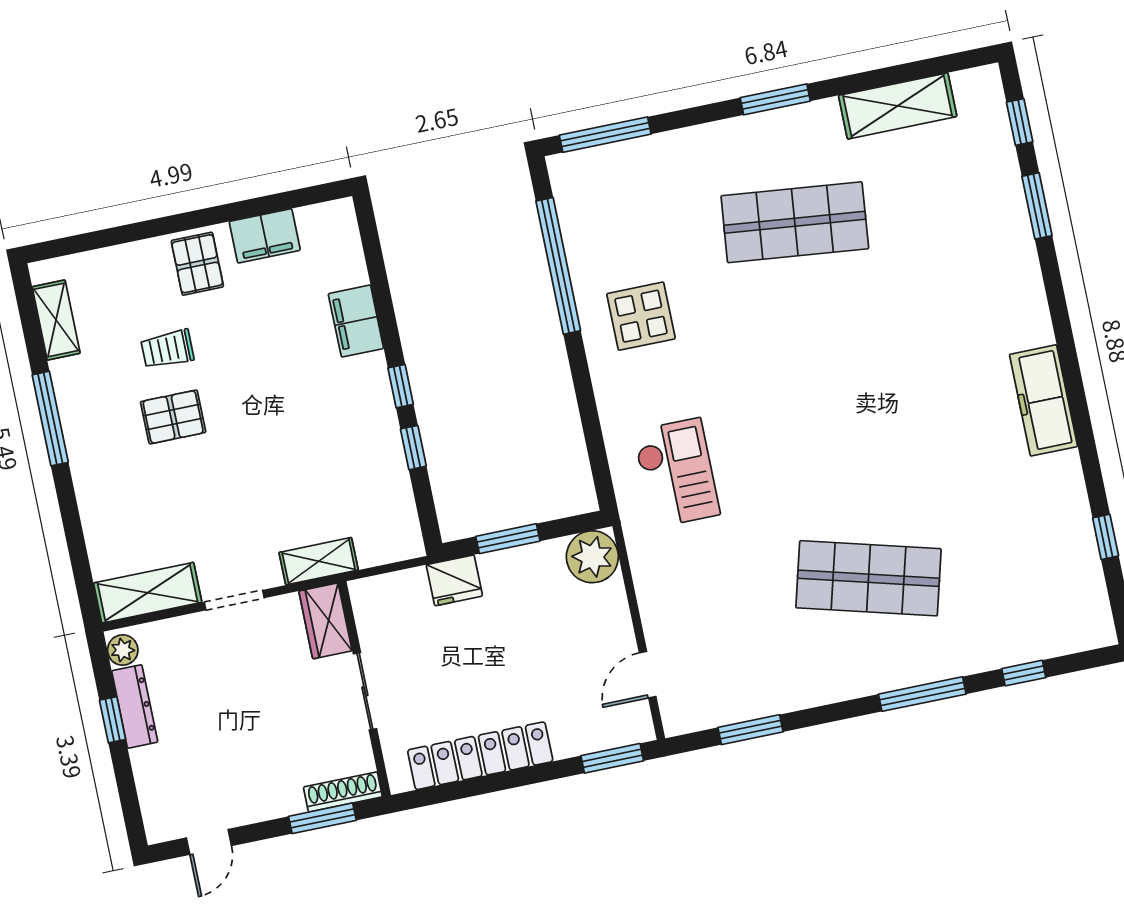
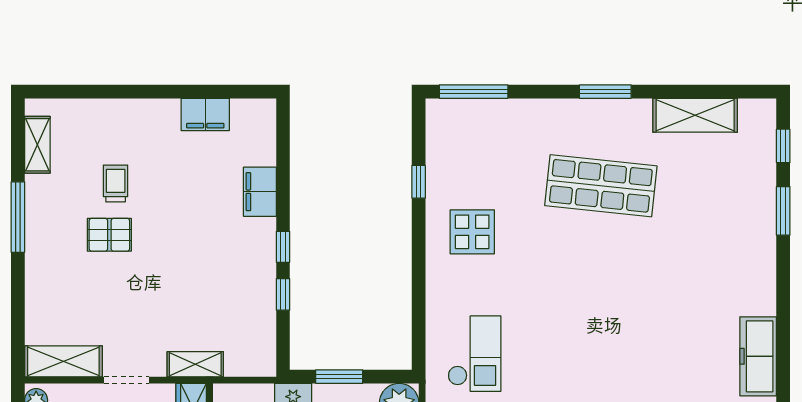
pallet: (197, 264) -> (151, 125), removed
window: (558, 266) -> (419, 182), width x0.32
trolley: (167, 349) -> (116, 183), turned 90

